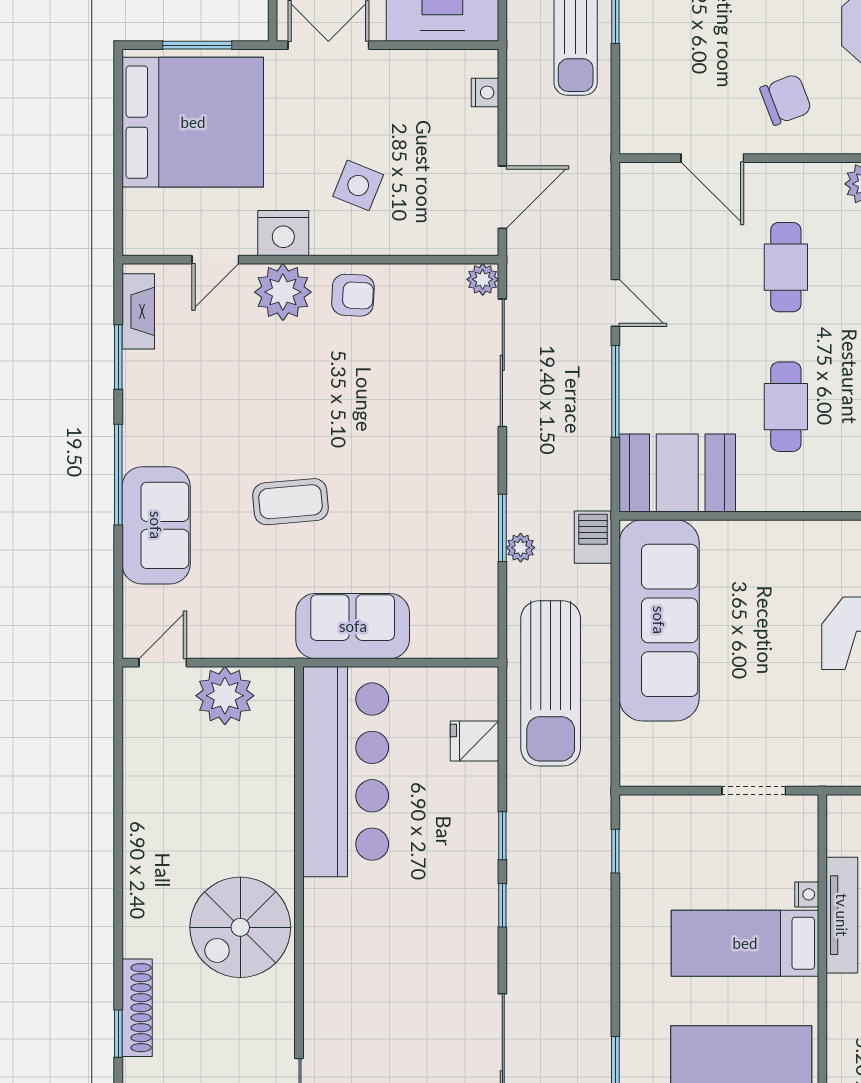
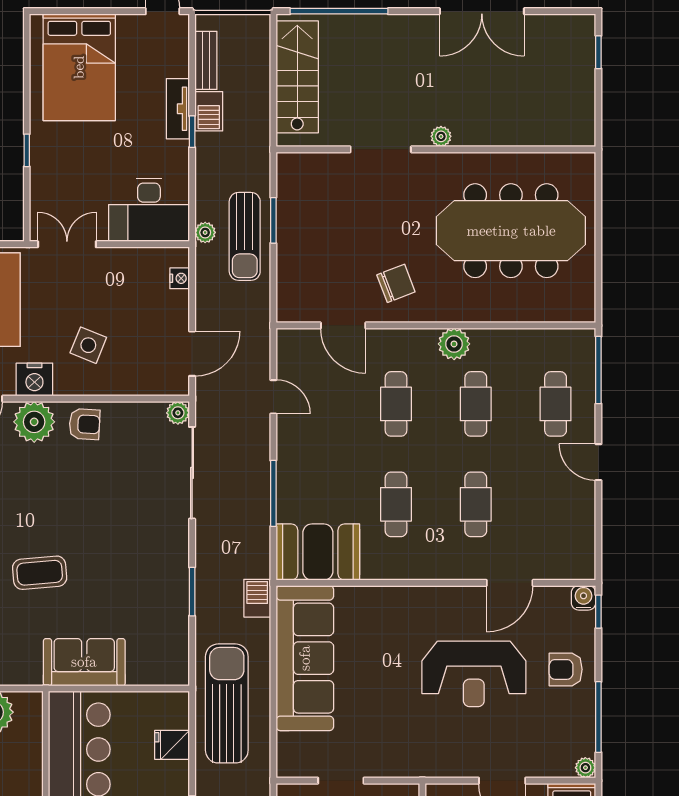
door: (615, 303) -> (273, 397), moved
plant: (521, 548) -> (205, 232), moved
sun lounger: (551, 683) -> (227, 703), turned 180
doorway: (754, 791) -> (341, 781), moved

